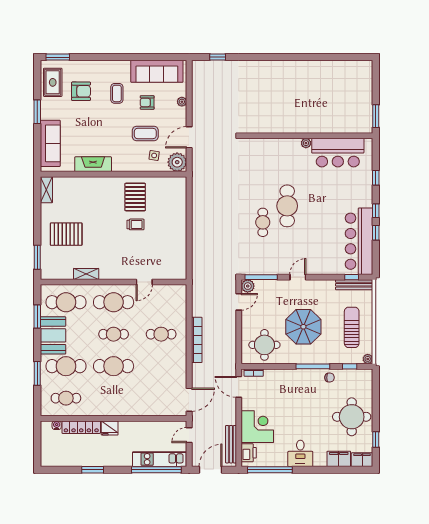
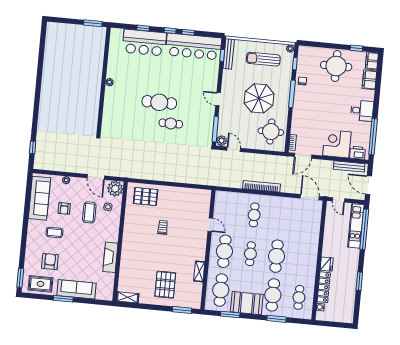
sofa: (50, 143) -> (76, 289), moved
bar counter: (338, 153) -> (144, 43), moved, turned 90
pallet: (135, 197) -> (146, 197), moved

